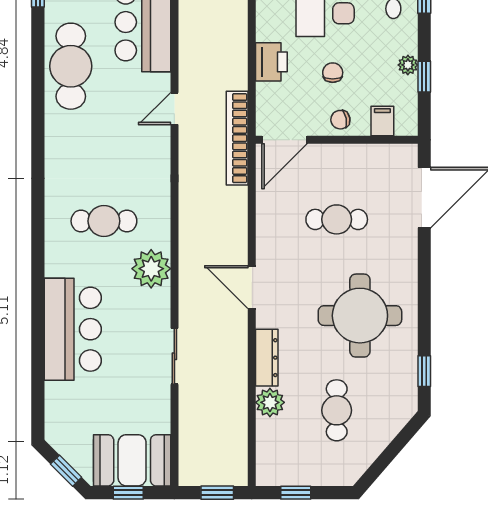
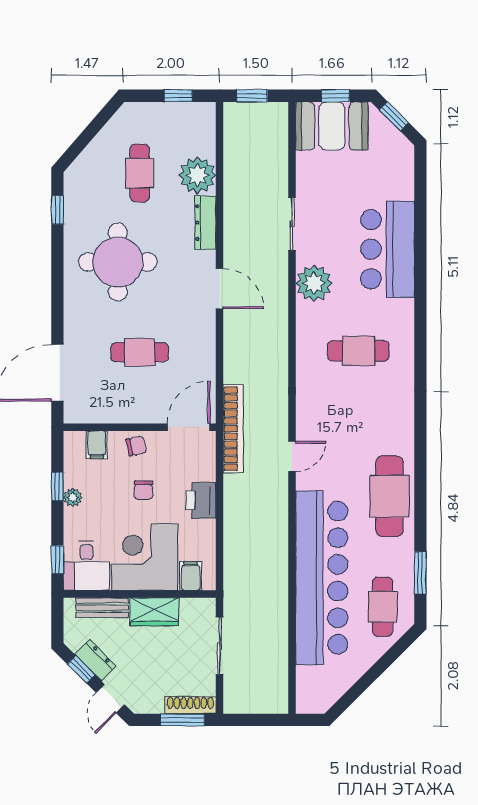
plant: (151, 269) -> (314, 283), moved
plant: (270, 402) -> (197, 175), width x1.36, depth x1.36

